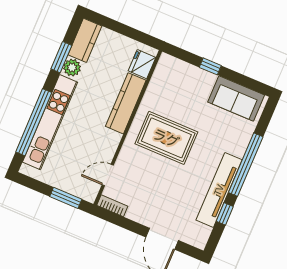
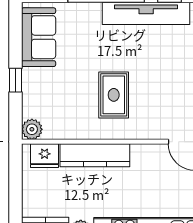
plant: (167, 63) -> (32, 129), added
rug: (166, 138) -> (114, 95), width x0.73, depth x0.70

